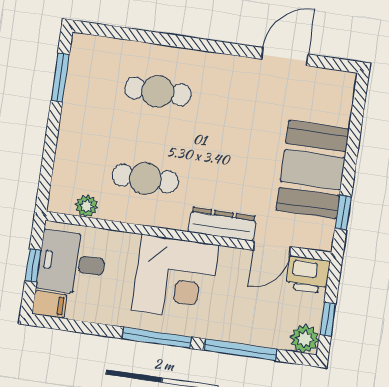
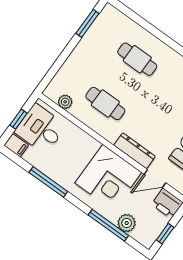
corner desk: (175, 278) -> (108, 178), moved
window: (157, 338) -> (48, 182), moved
plant: (305, 339) -> (127, 223), moved

